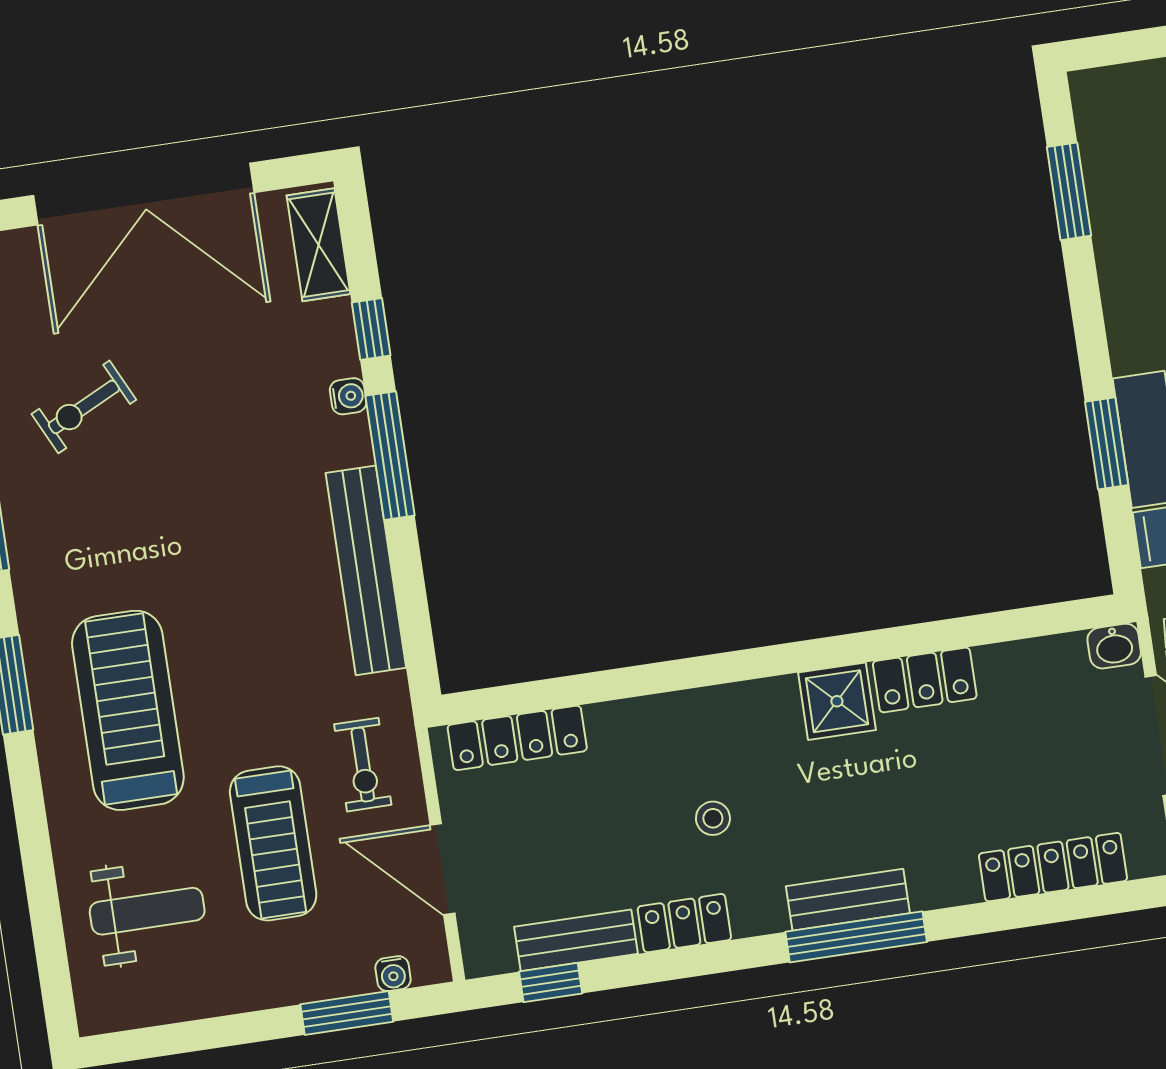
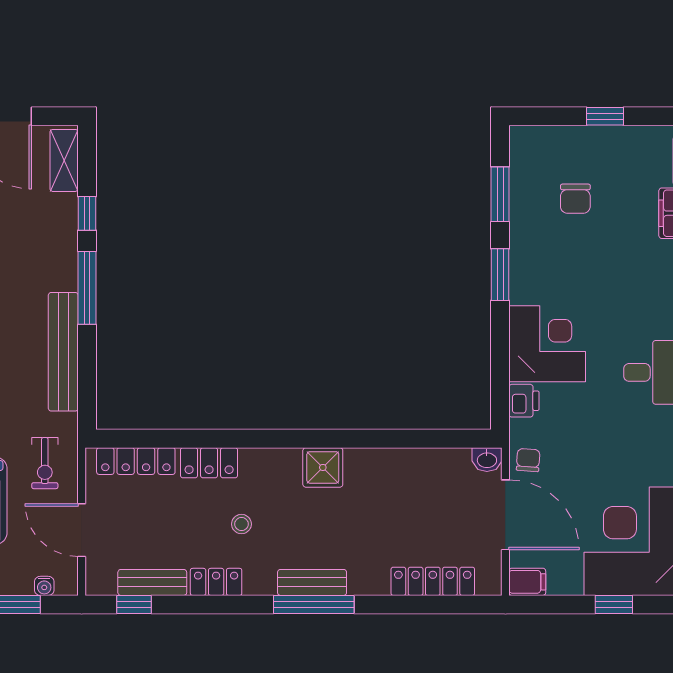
water cooler: (348, 396) -> (68, 250), removed
window: (1107, 443) -> (500, 275), moved
locker: (925, 680) -> (209, 463), moved

